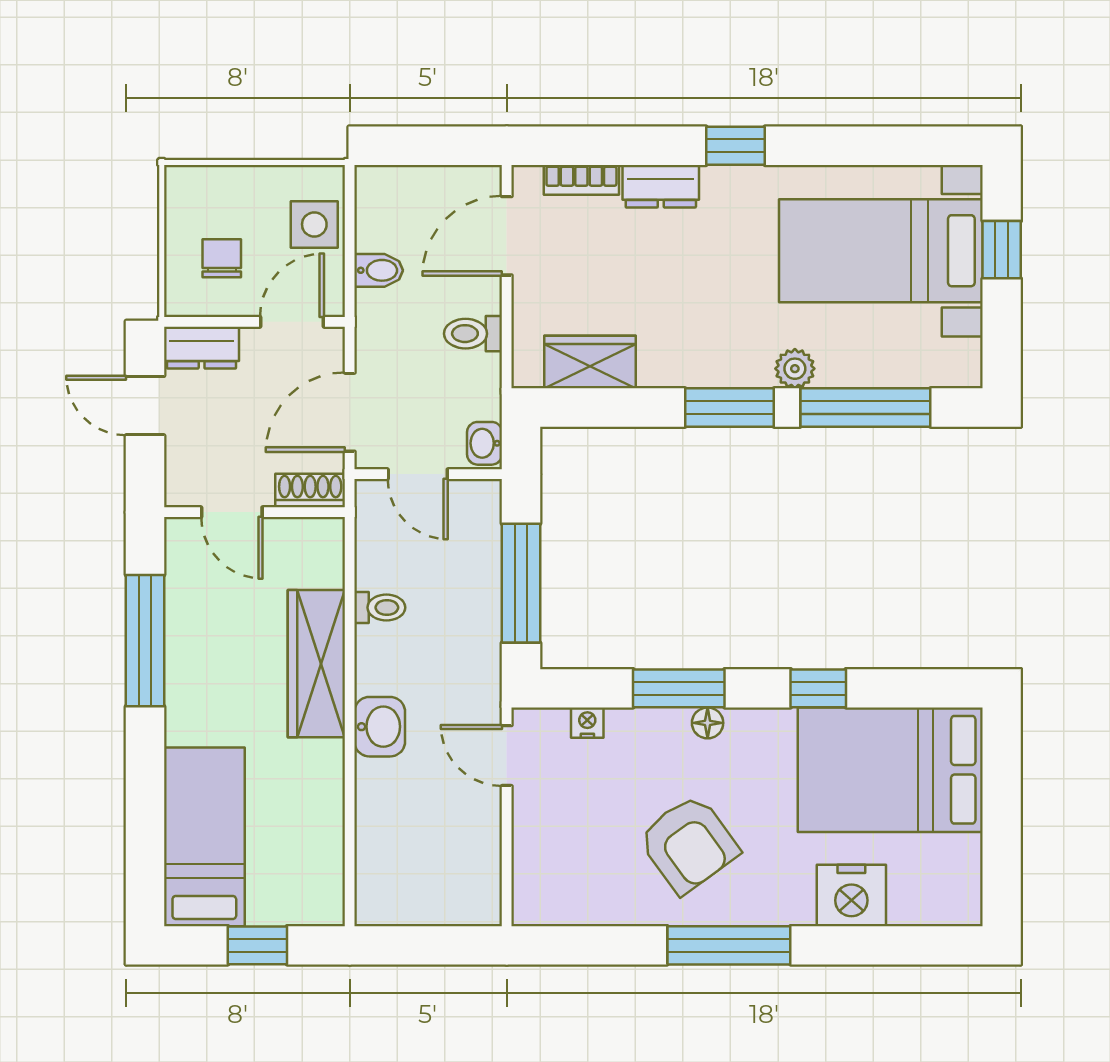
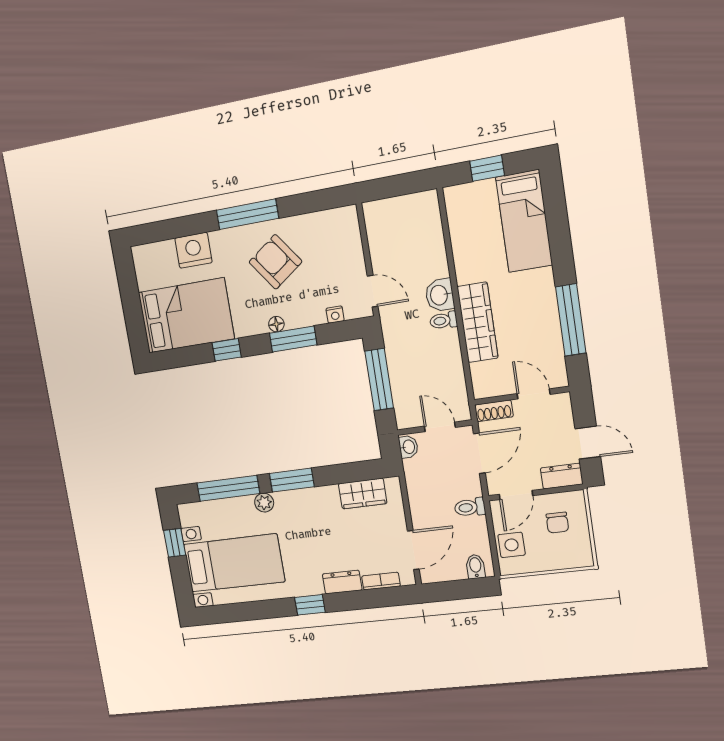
window: (1002, 250) -> (175, 543), moved
bidet: (379, 270) -> (475, 567), moved, turned 90
toilet: (473, 334) -> (470, 507), moved, turned 180
toilet: (380, 608) -> (444, 320), moved

